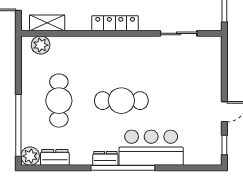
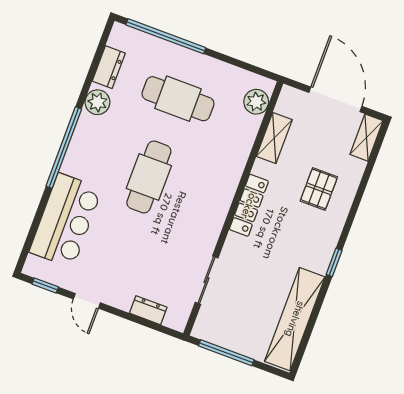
shelving: (47, 23) -> (274, 138), moved
bar counter: (151, 148) -> (66, 220), moved
plant: (30, 156) -> (97, 102), moved
dresser: (105, 158) -> (148, 310), moved, turned -90

